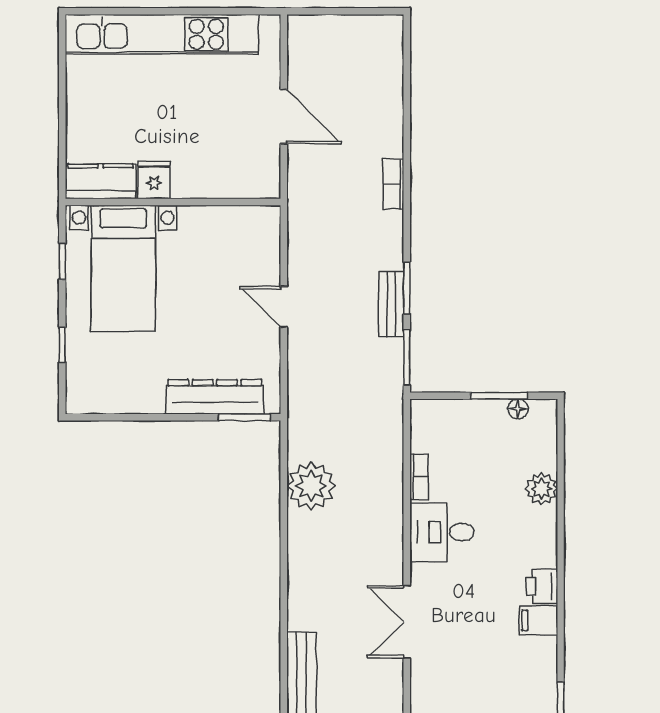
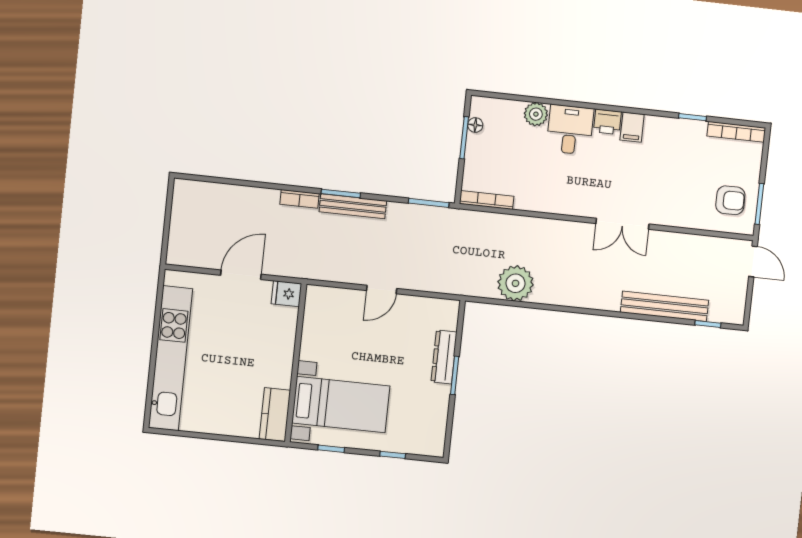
fridge: (154, 180) -> (286, 294), moved
window: (407, 288) -> (341, 193), moved
bench: (391, 304) -> (353, 206), moved, width x1.36
dresser: (215, 397) -> (444, 357), width x0.73, depth x0.80
window: (244, 417) -> (455, 375), moved
bookcase: (419, 477) -> (487, 200), moved, width x1.56
desk: (442, 532) -> (570, 130), moved, turned 180

